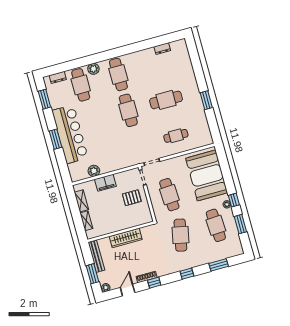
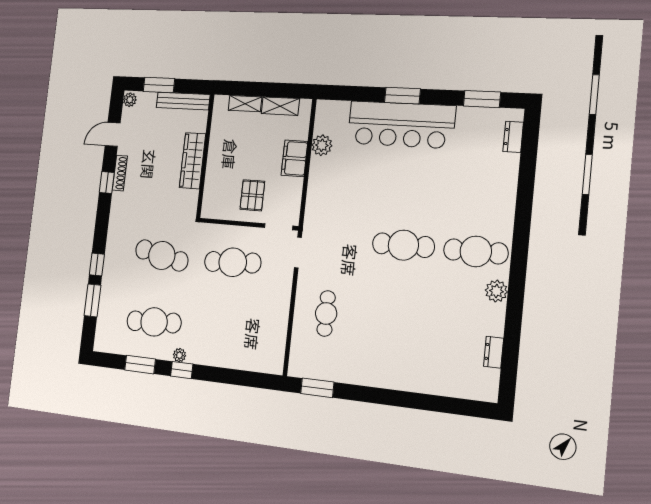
plant: (93, 69) -> (496, 291), moved
cafe table: (81, 85) -> (483, 175), removed
cafe table: (166, 100) -> (396, 321), removed
window: (206, 100) -> (317, 388), moved
booth: (207, 175) -> (239, 340), removed
window: (187, 274) -> (97, 264), moved
door: (128, 290) -> (113, 134), swing flipped

